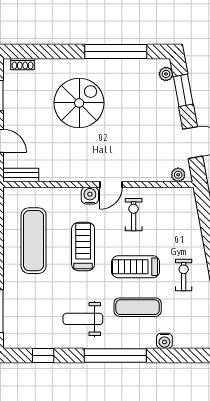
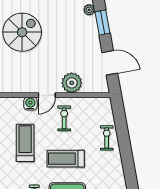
plant: (178, 175) -> (72, 83), moved, width x1.87, depth x1.87
exercise bike: (184, 275) -> (107, 138), moved

